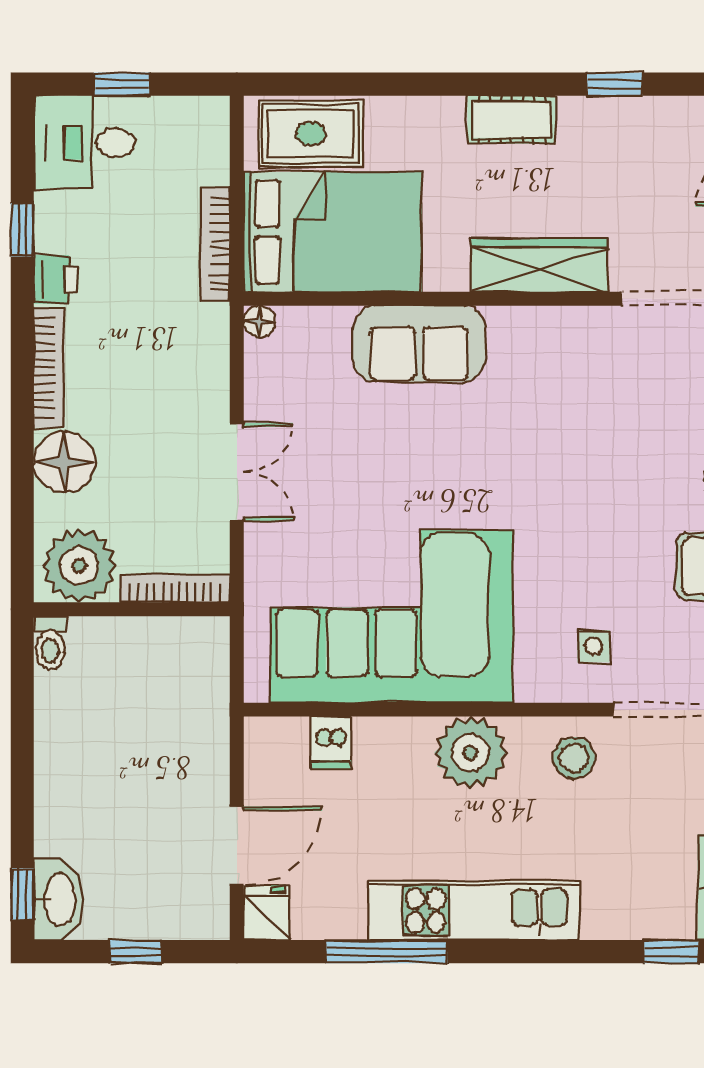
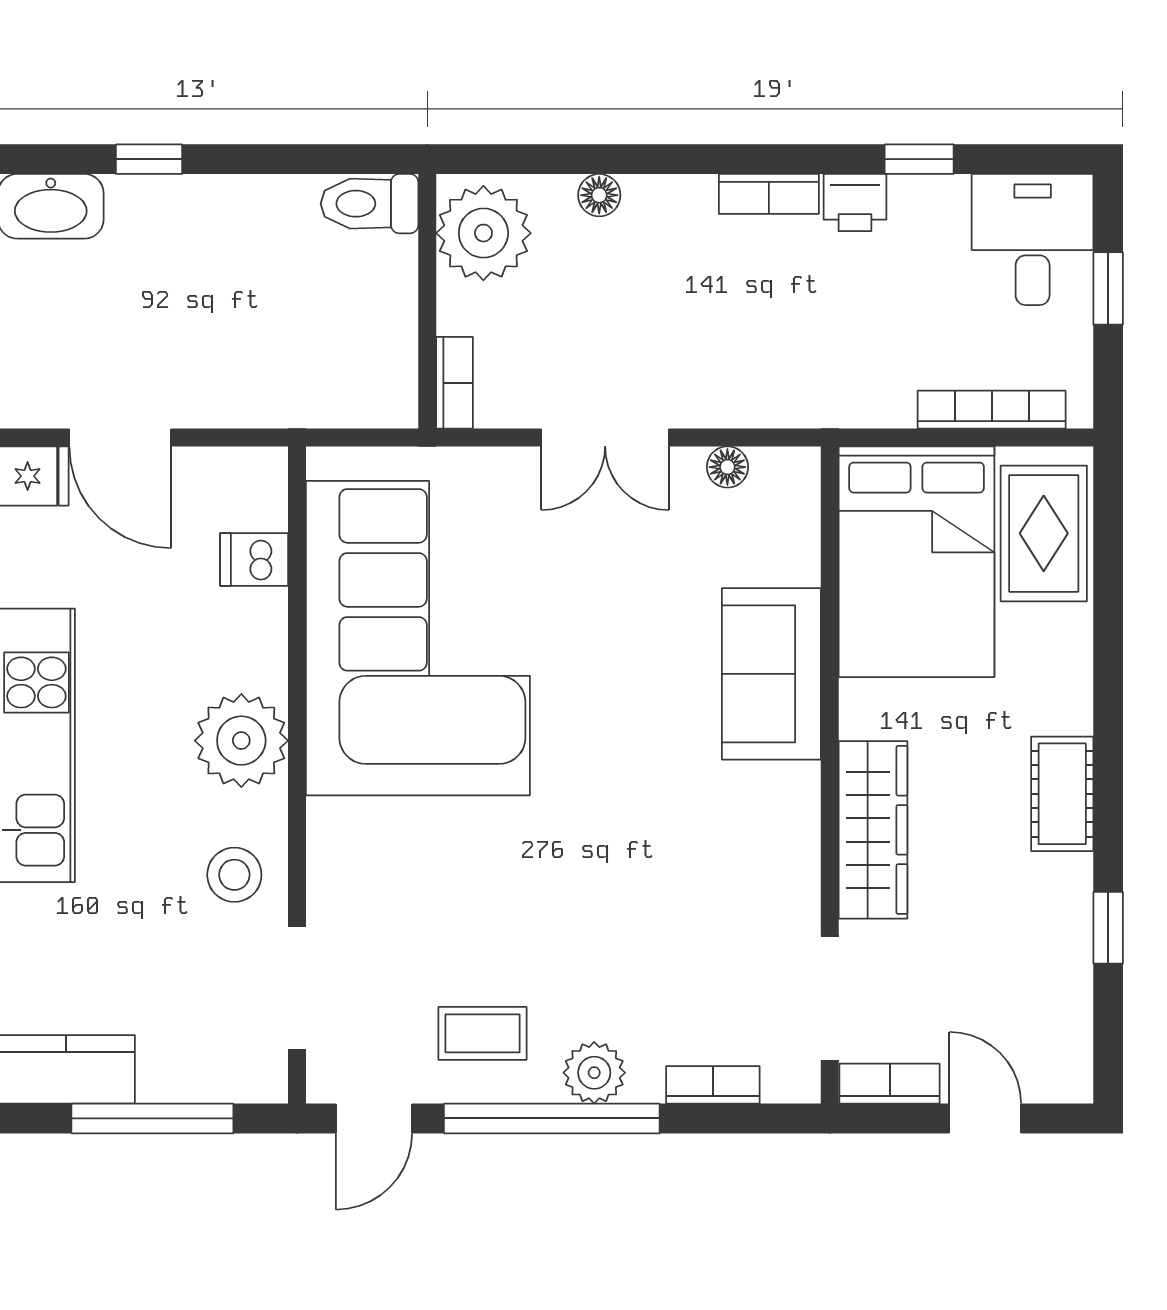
bookcase: (215, 244) -> (992, 410), moved
floor lamp: (260, 321) -> (727, 467), moved
bookcase: (49, 367) -> (769, 194), width x0.64
floor lamp: (64, 462) -> (599, 195), width x0.53, depth x0.53
bookcase: (175, 588) -> (454, 383), width x0.64
toilet: (50, 643) -> (370, 204), width x1.37, depth x1.39
side table: (594, 646) -> (379, 900), removed
window: (22, 894) -> (149, 159), moved

